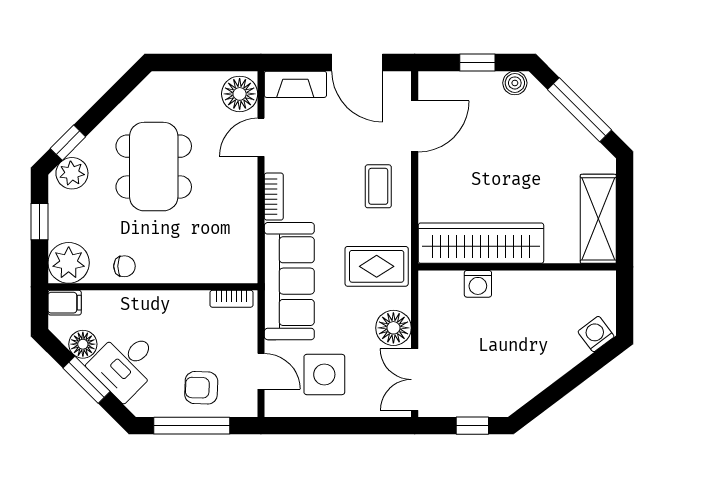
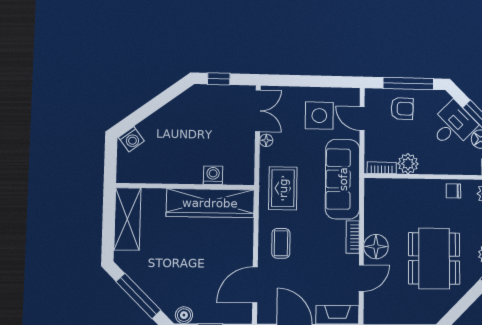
floor lamp: (240, 94) -> (376, 247), moved
rug: (377, 266) -> (283, 188), turned 90
plant: (192, 306) -> (408, 164), added
floor lamp: (393, 328) -> (266, 140), width x0.53, depth x0.53

